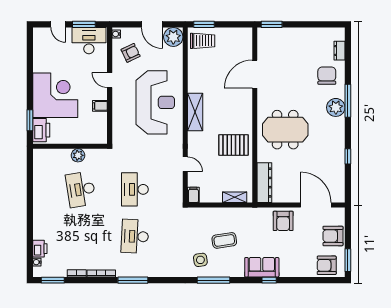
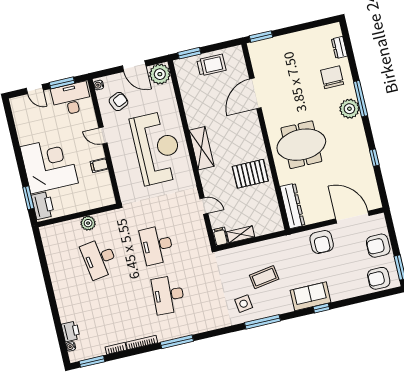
trolley: (203, 41) -> (211, 65), moved
shelving: (235, 197) -> (241, 234), moved

